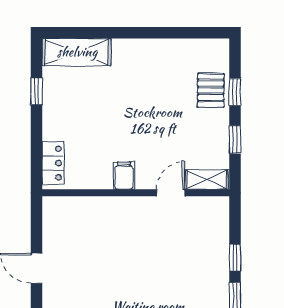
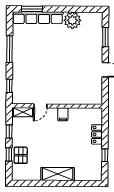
shelving: (77, 52) -> (58, 174), moved
locker: (53, 163) -> (97, 134), moved
window: (235, 258) -> (9, 86), moved

